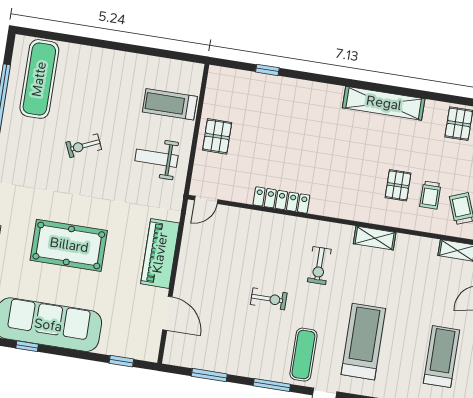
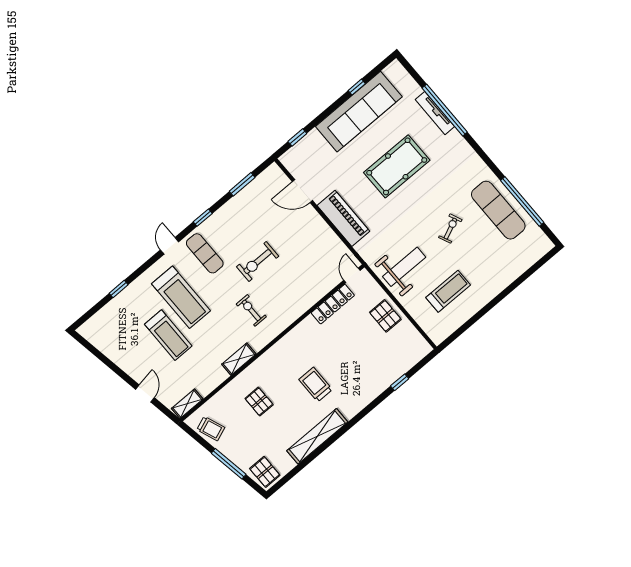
exercise mat: (39, 79) -> (498, 210), moved
treadmill: (170, 104) -> (448, 291), moved
weight bench: (156, 158) -> (404, 267), width x1.36, depth x1.33
trolley: (430, 195) -> (316, 384), moved, width x1.36, depth x1.39
locker: (281, 200) -> (333, 304), moved
exercise bike: (269, 299) -> (258, 262), width x1.38, depth x1.39
treadmill: (442, 357) -> (168, 335), moved
window: (272, 385) -> (203, 218), width x0.67

